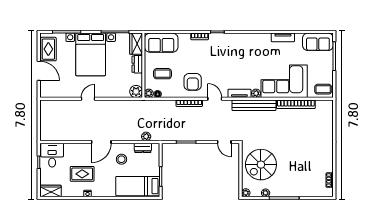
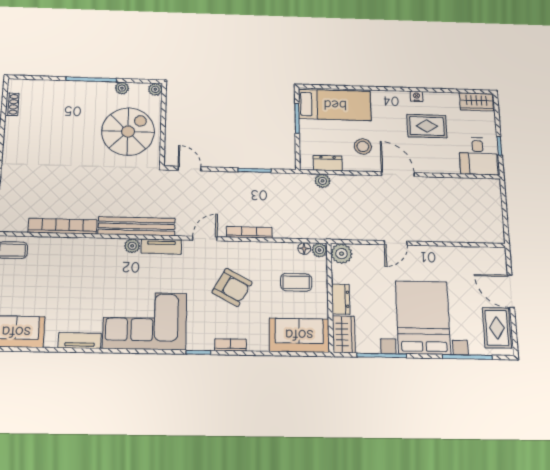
corner sofa: (284, 81) -> (145, 321), moved, turned 180
armchair: (193, 82) -> (232, 287), moved, turned 119
door: (88, 99) -> (396, 243), moved
door: (215, 99) -> (205, 239), swing flipped
door: (101, 142) -> (398, 174), hinge flipped

